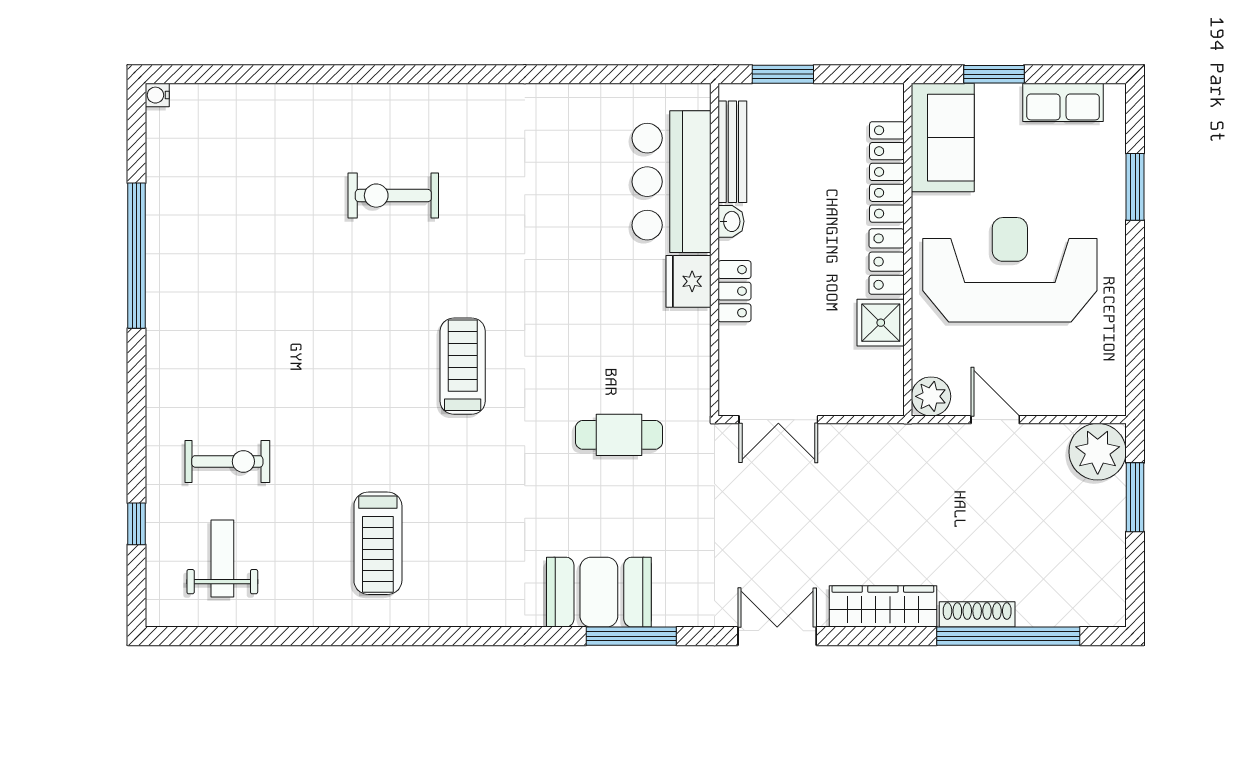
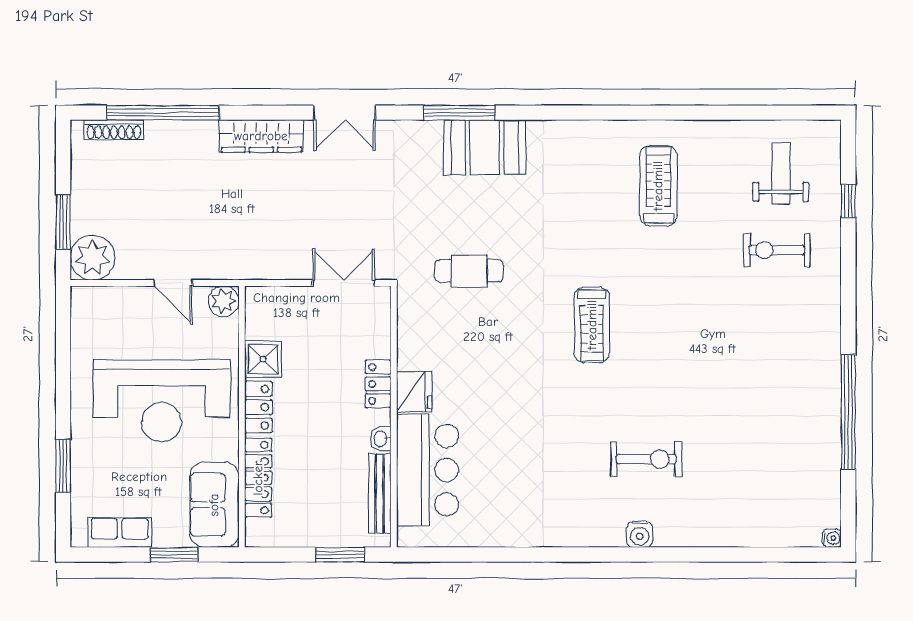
water cooler: (402, 100) -> (640, 534), added
weight bench: (222, 558) -> (781, 174), turned 180
shoe rack: (977, 614) -> (114, 130), moved

